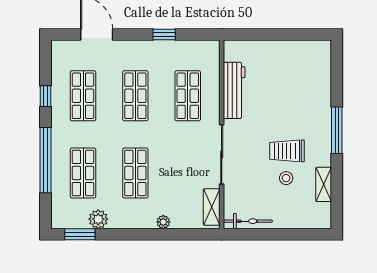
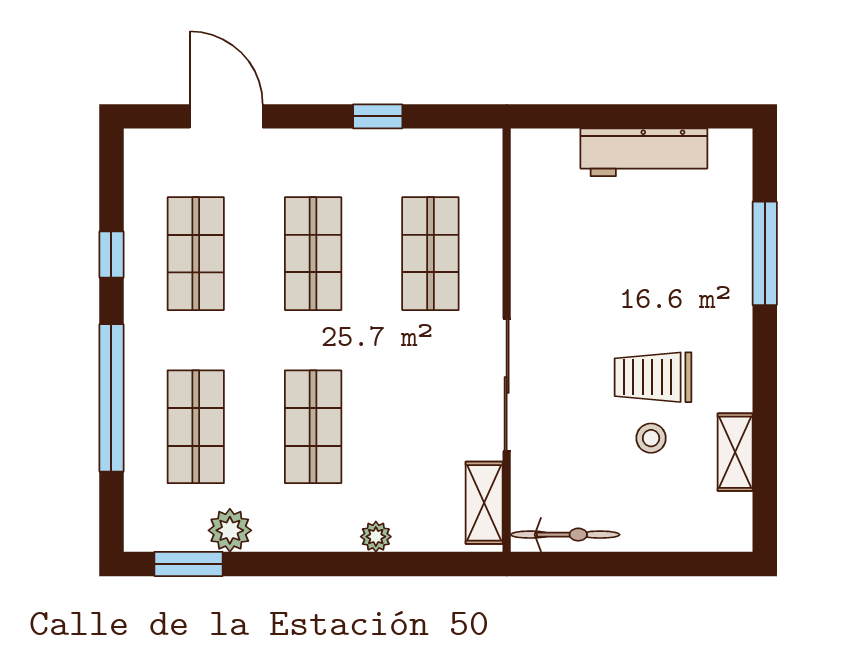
workbench: (234, 90) -> (644, 152), moved, turned 90
window: (337, 130) -> (765, 253), moved

